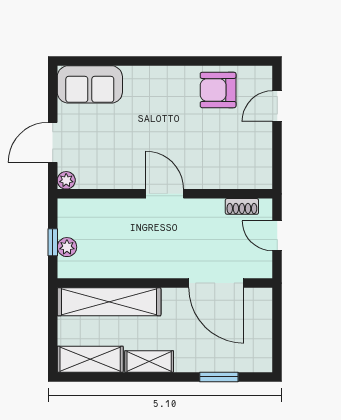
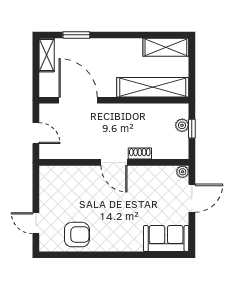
door: (277, 106) -> (36, 223), swing flipped
shoe rack: (242, 206) -> (140, 154), moved
shelving: (149, 361) -> (47, 55), moved, turned 90

